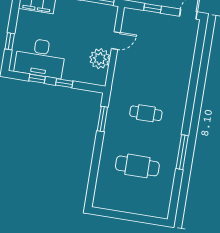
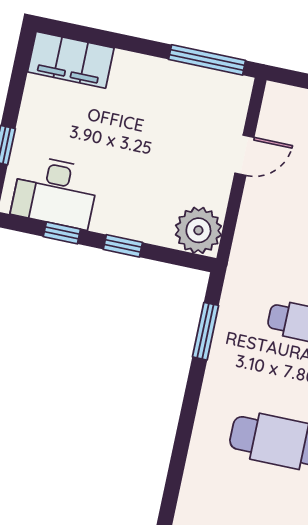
desk: (40, 58) -> (55, 192), width x0.73, depth x0.77
plant: (100, 59) -> (198, 230), moved

